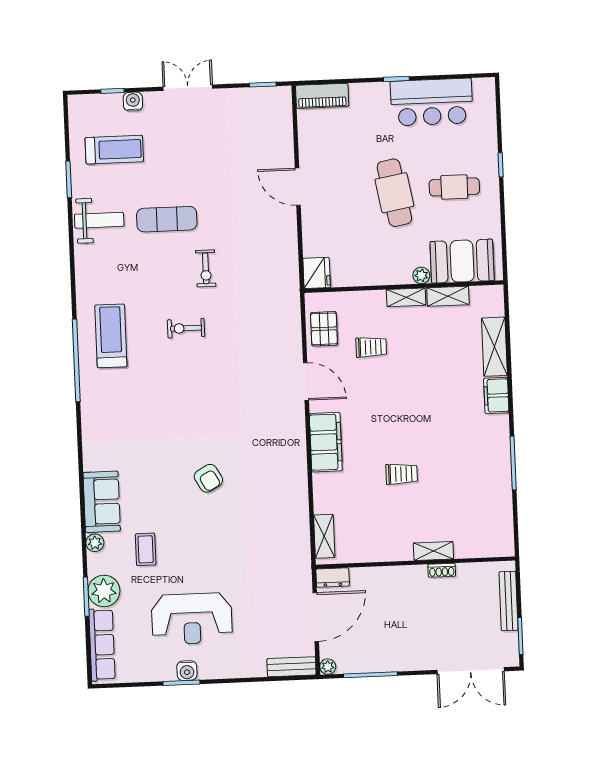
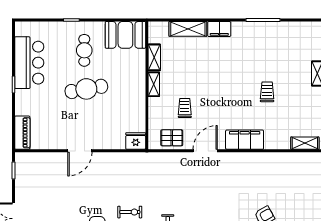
booth: (462, 261) -> (125, 35), moved, turned 90
plant: (421, 275) -> (140, 74), removed

